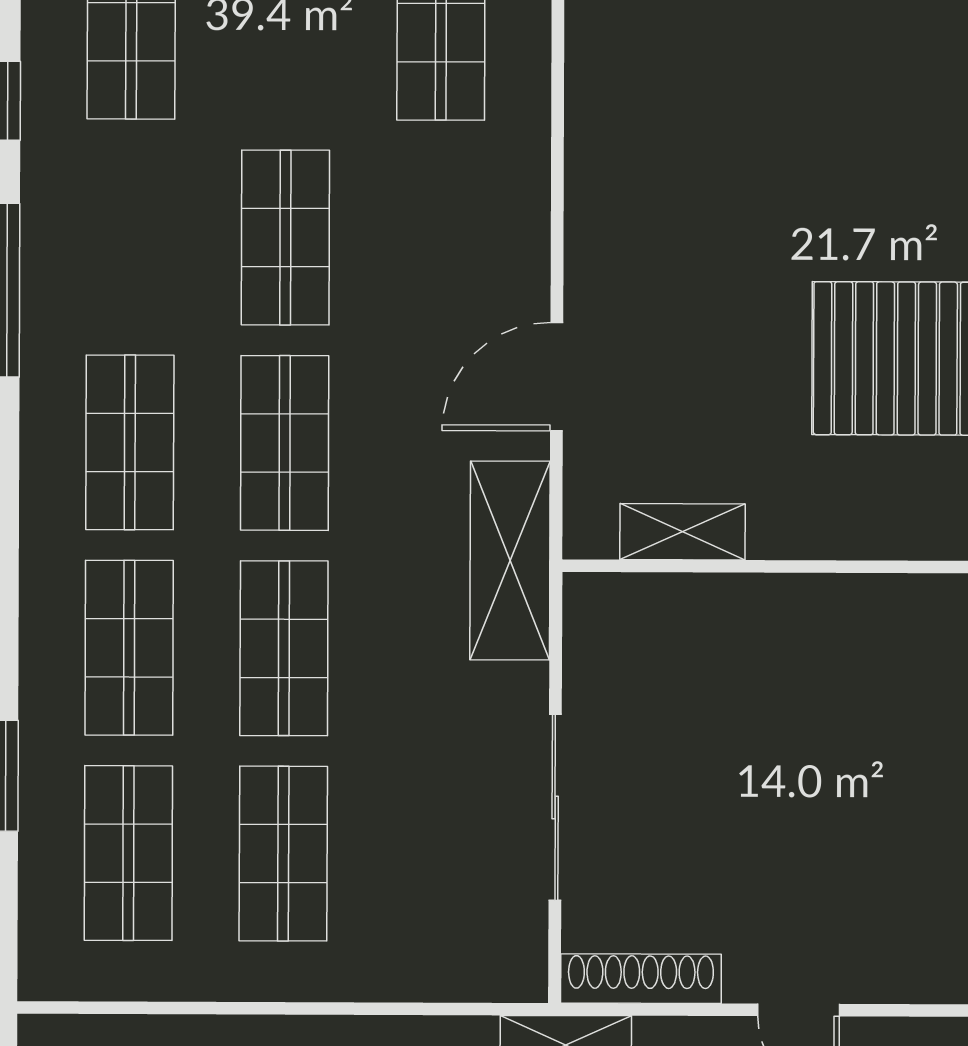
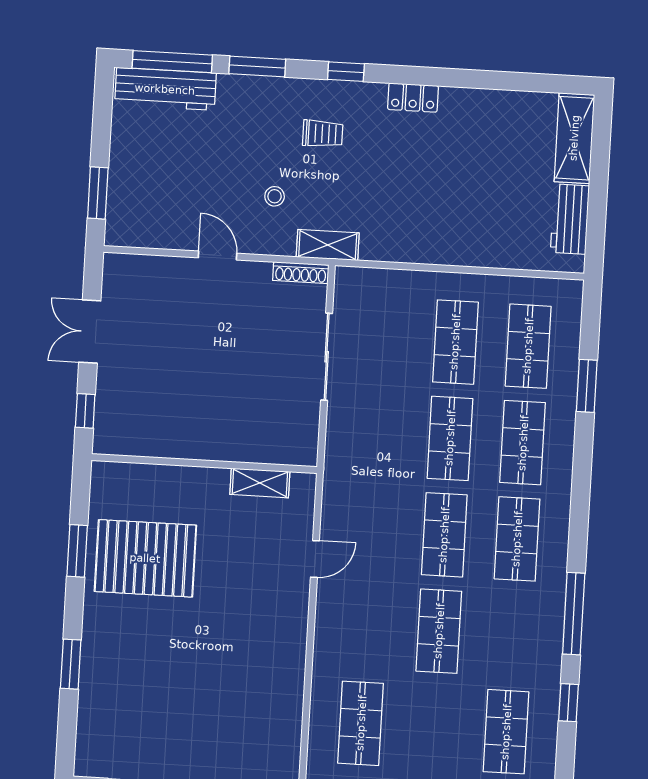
door: (557, 377) -> (315, 559), width x0.73
shelving: (510, 560) -> (342, 474), removed
shoe rack: (641, 979) -> (301, 273), width x0.74, depth x0.81

